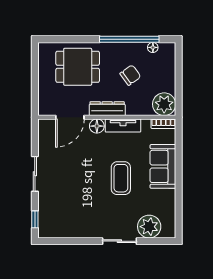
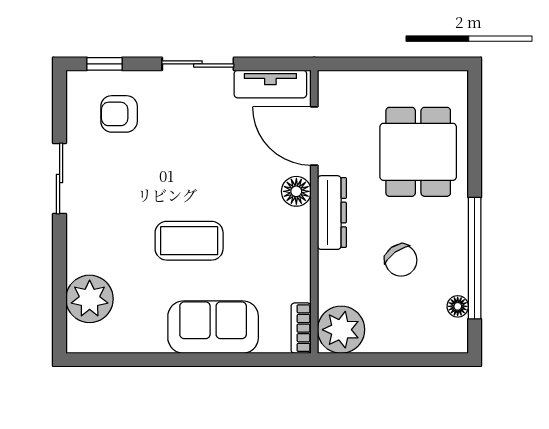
tv unit: (123, 126) -> (270, 84), moved, turned -90
armchair: (59, 212) -> (119, 114), added
sliding door: (119, 241) -> (60, 179), moved

